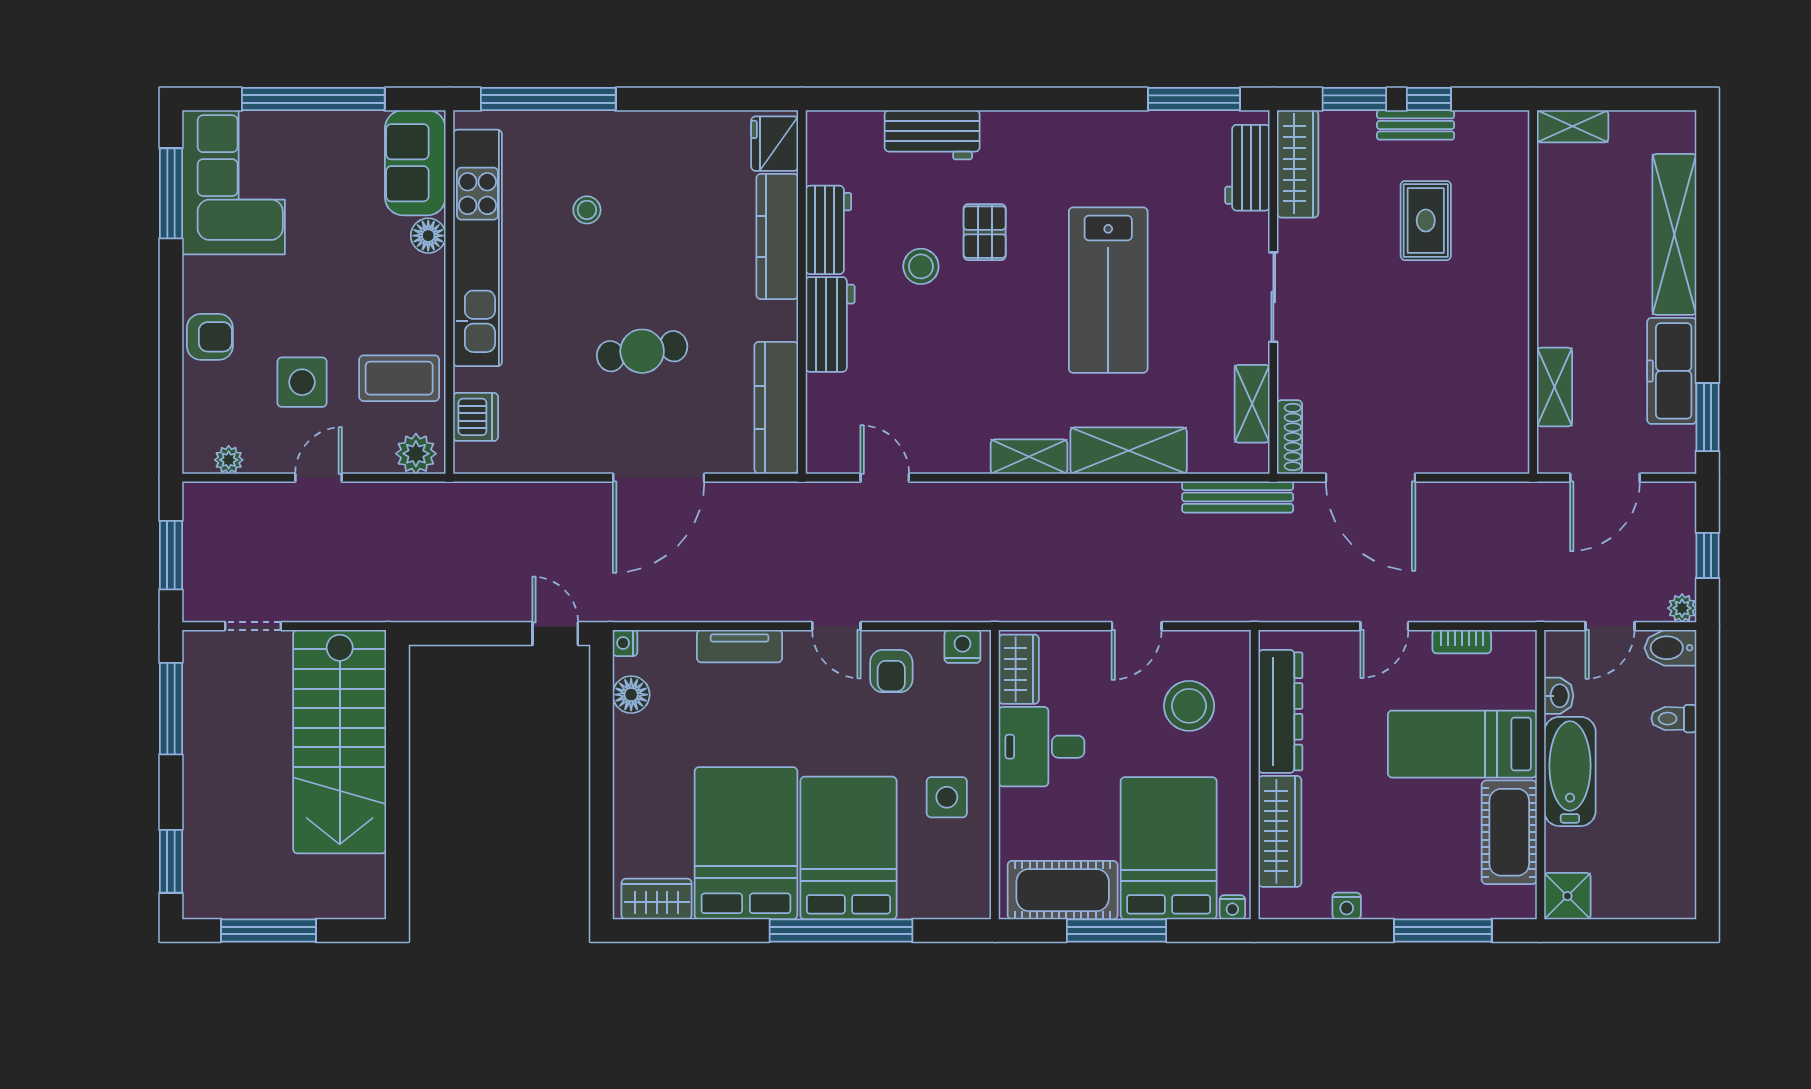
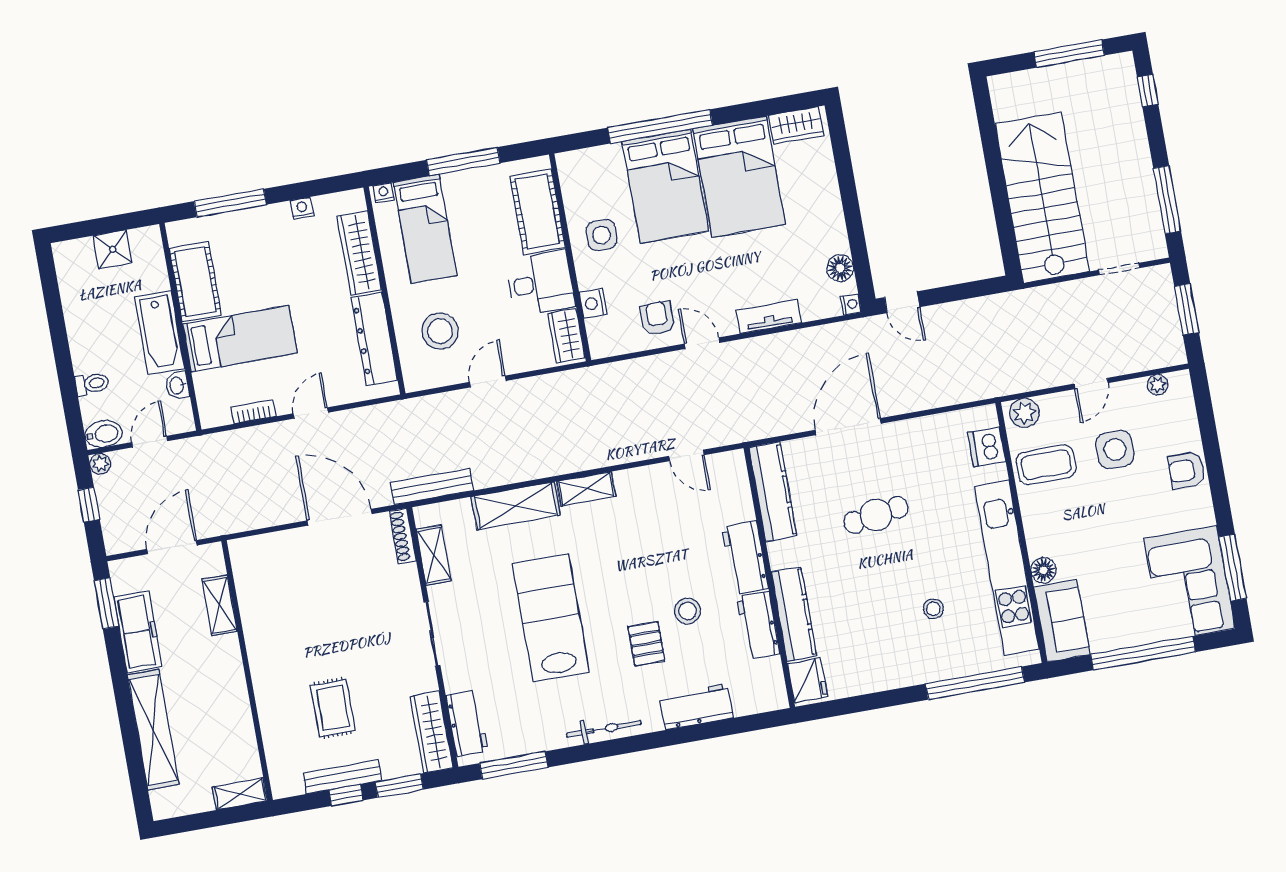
bench: (1416, 125) -> (342, 777), width x1.36
bicycle: (1063, 127) -> (604, 729), added
nightstand: (962, 646) -> (593, 303), moved, turned 90
bed: (1169, 848) -> (425, 229), width x0.67
window: (171, 861) -> (1148, 91), width x0.67
cot: (1063, 890) -> (538, 212), moved, turned 90
shower: (1567, 896) -> (113, 249), moved

